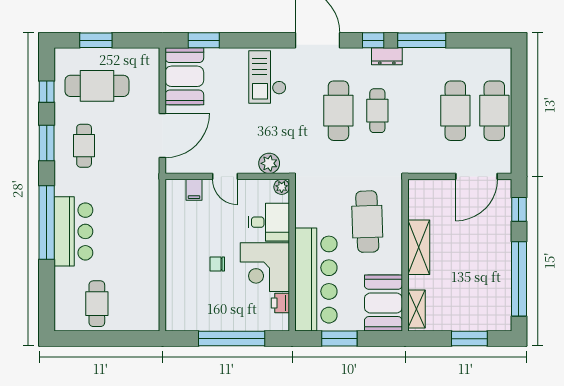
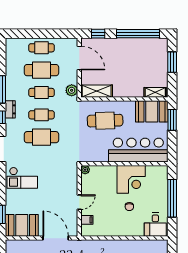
cafe table: (416, 111) -> (41, 92), added
cafe table: (494, 111) -> (41, 48), width x0.73, depth x0.74
plant: (269, 163) -> (72, 90), moved
desk: (269, 222) -> (155, 225), moved, turned 180
shelving: (419, 247) -> (97, 91), moved
printer: (280, 303) -> (152, 170), removed
window: (339, 339) -> (172, 120), moved

